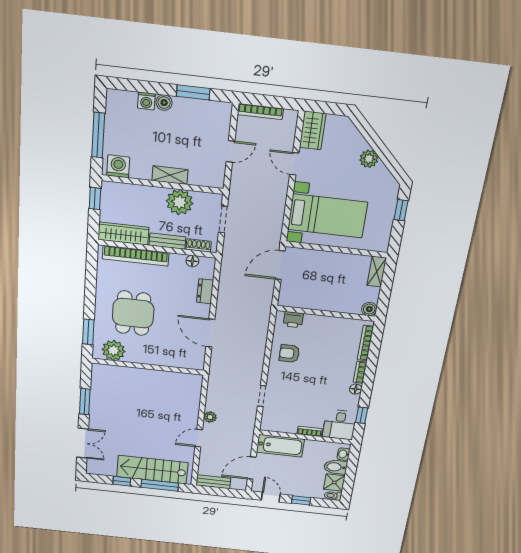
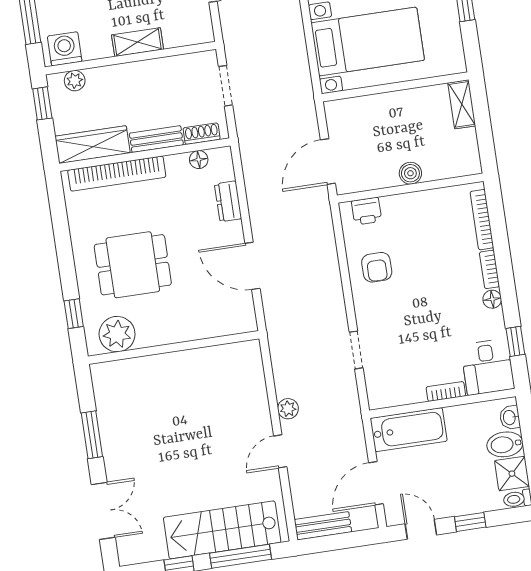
plant: (180, 202) -> (75, 81), moved, width x0.53, depth x0.53
door: (280, 265) -> (328, 162), moved
boiler: (369, 309) -> (410, 173), moved
dining table: (133, 313) -> (133, 265), turned 90
window: (88, 332) -> (74, 314), width x0.67
armchair: (289, 353) -> (377, 267), turned -90

